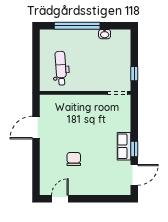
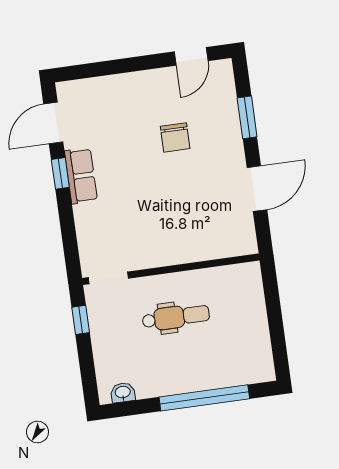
washbasin: (105, 34) -> (123, 393), moved
dental chair: (61, 68) -> (176, 317), moved, turned -86
window: (36, 164) -> (247, 117), added

